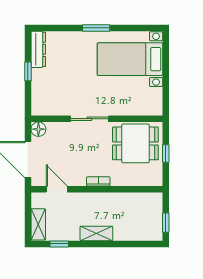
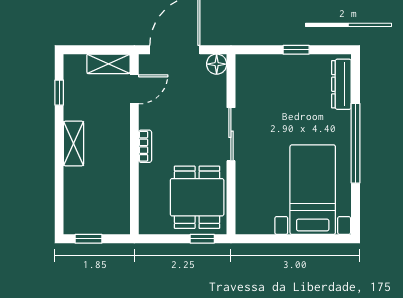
window: (96, 28) -> (356, 143), width x2.11
dresser: (38, 49) -> (341, 84), moved, turned 90
window: (166, 154) -> (202, 239), moved
shelving: (38, 224) -> (108, 64), moved

